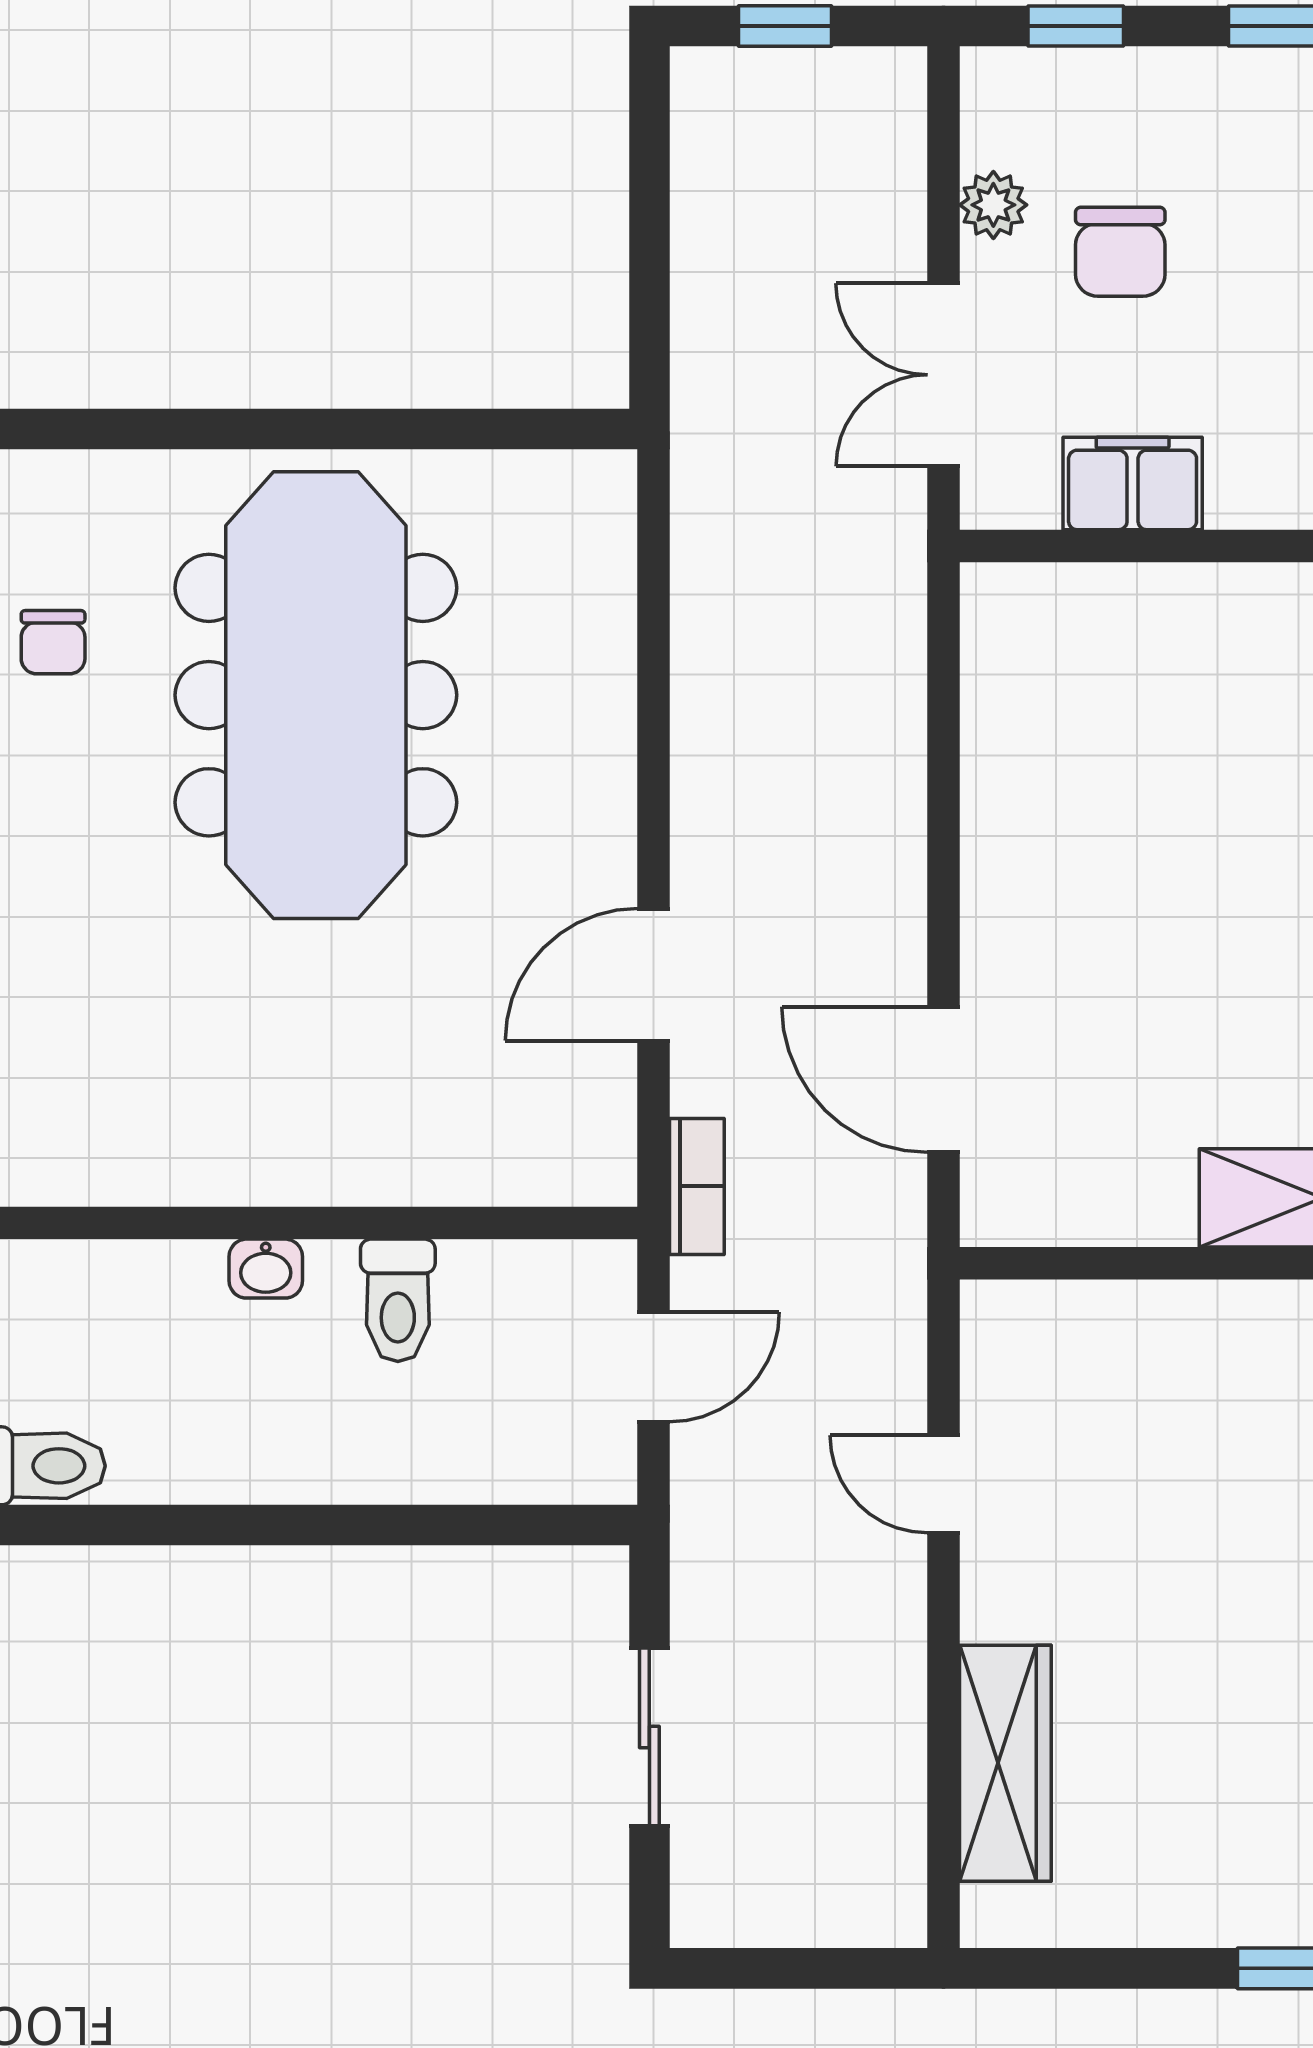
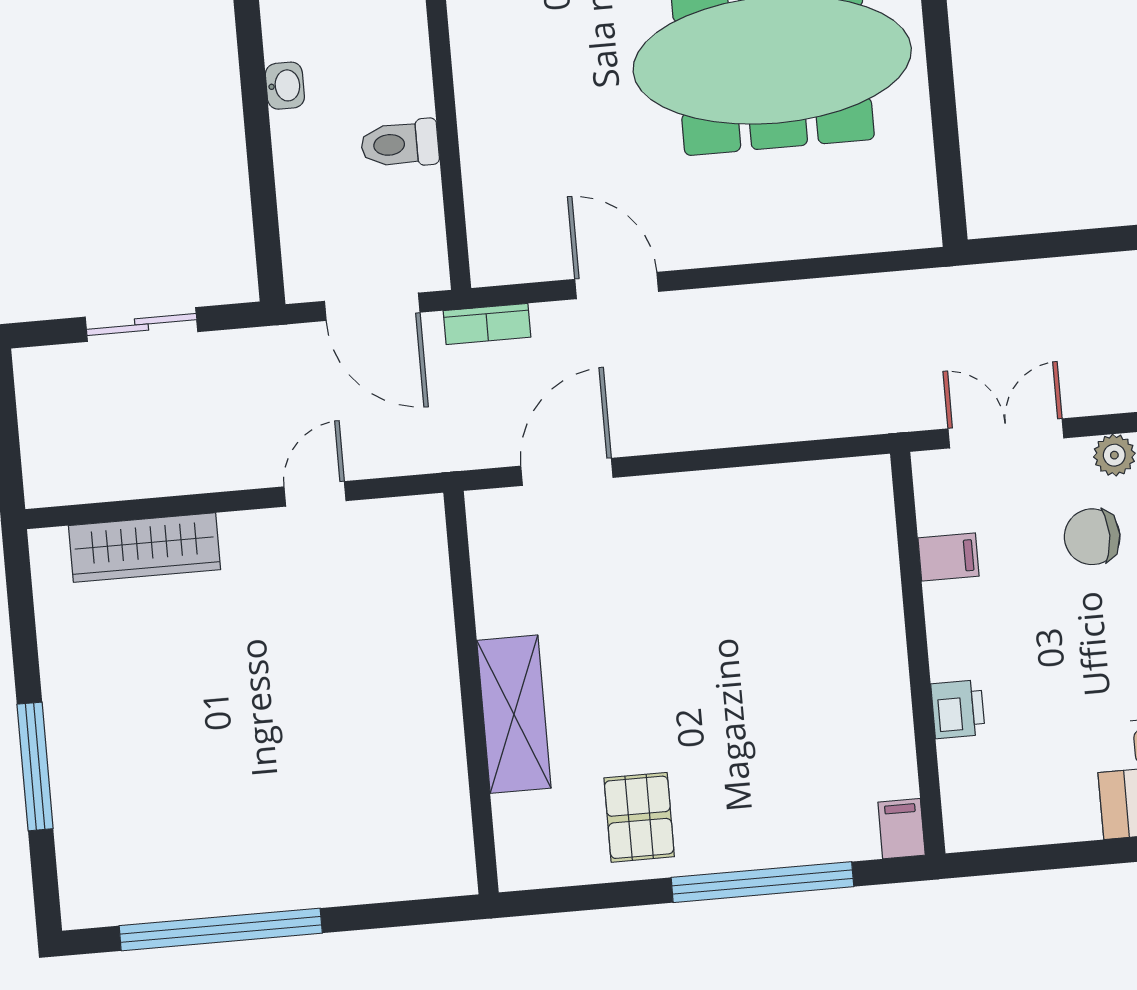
filing cabinet: (1133, 483) -> (948, 557), width x0.50
washbasin: (266, 1269) -> (285, 86), moved, turned 180
door: (653, 1367) -> (372, 307), width x1.38

